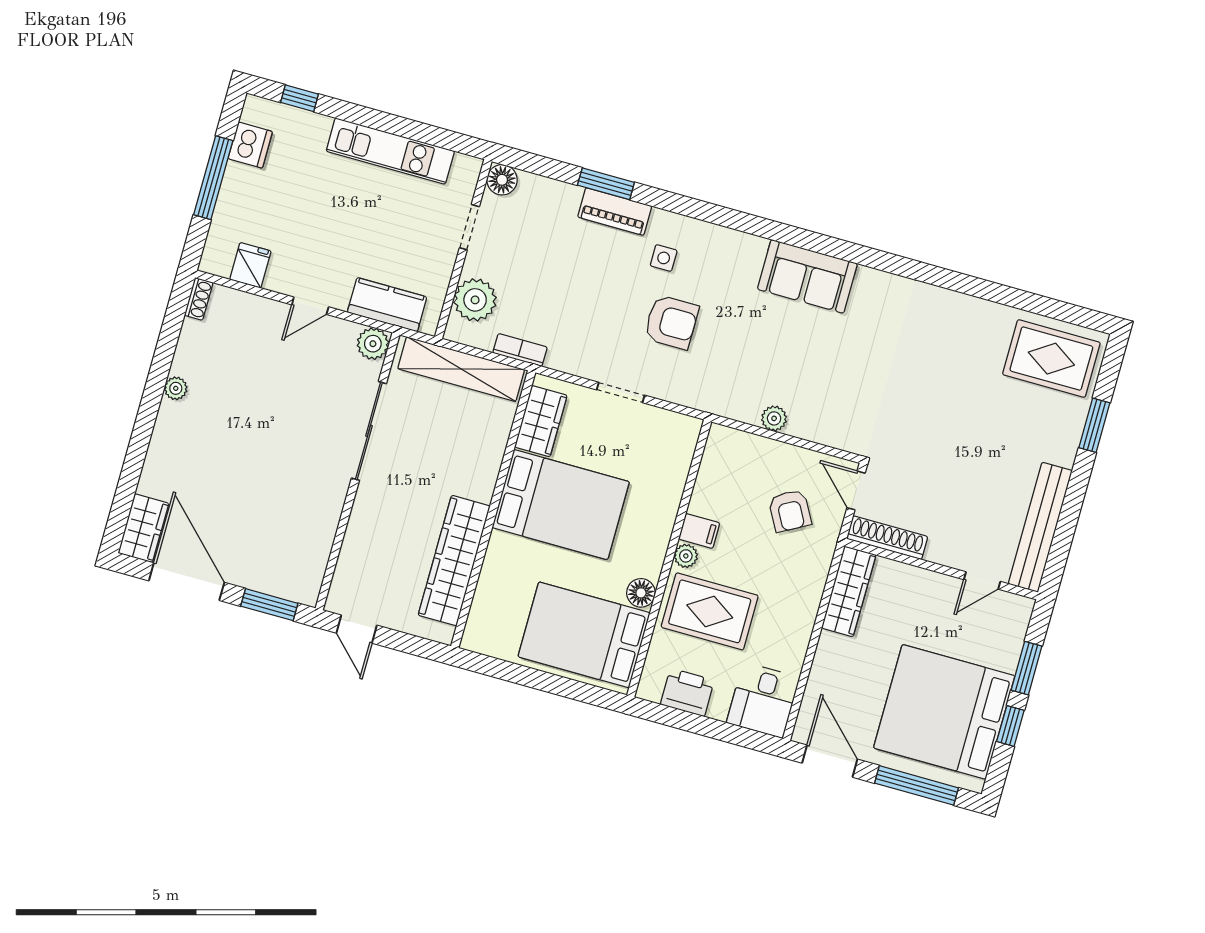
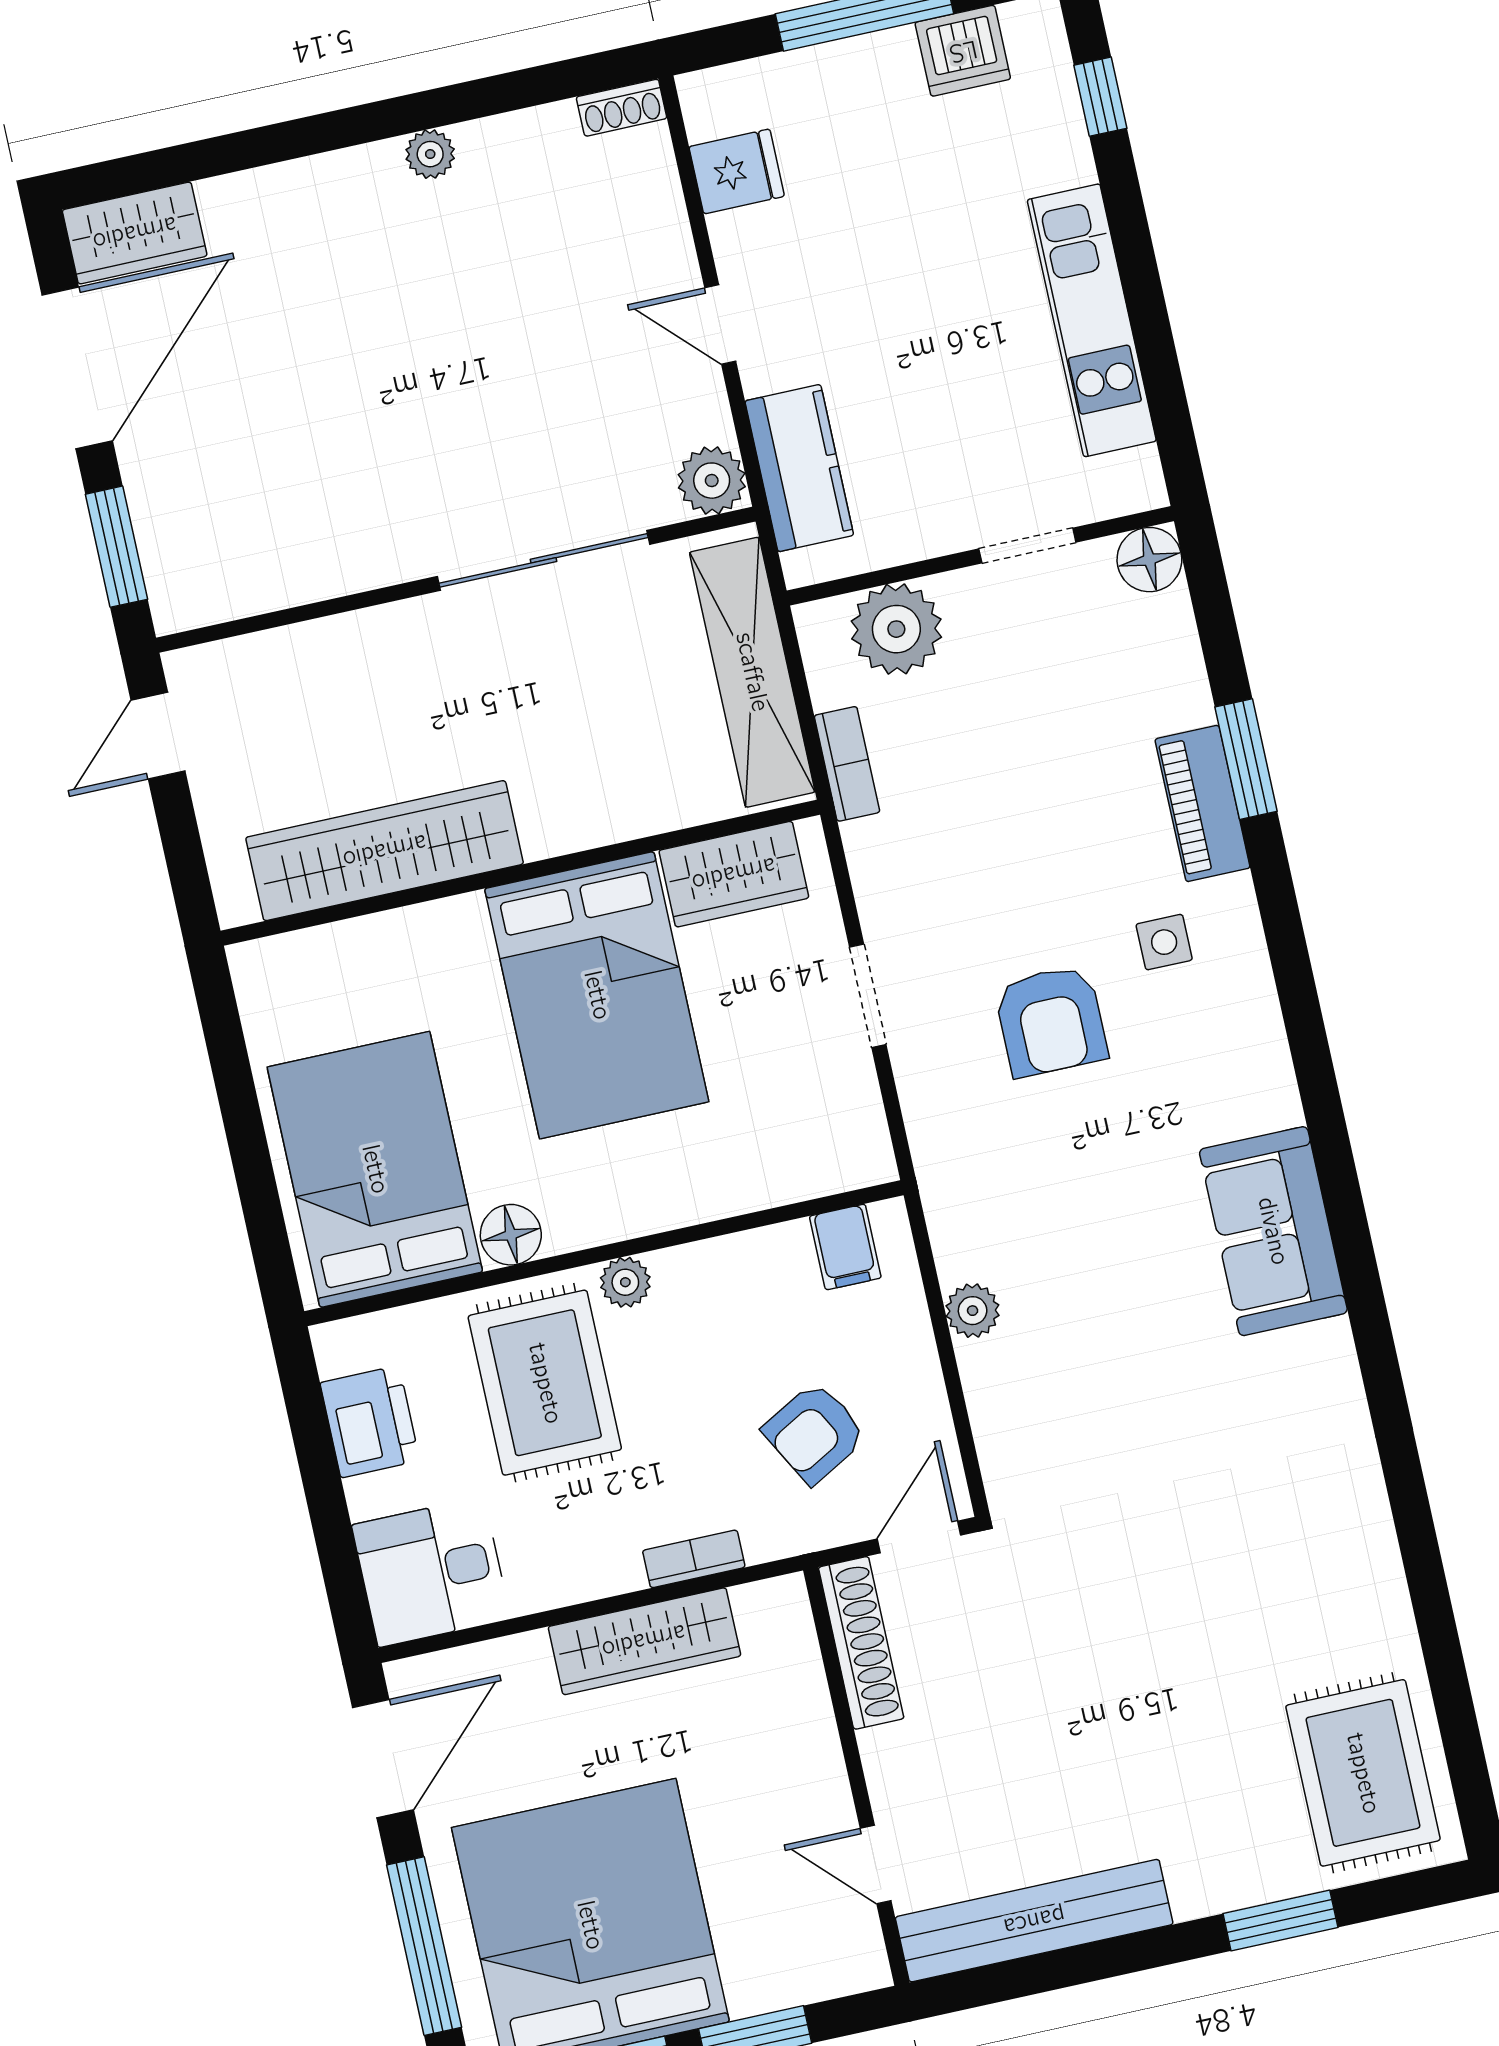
filing cabinet: (699, 531) -> (845, 1247), moved
bookcase: (815, 588) -> (694, 1559), added
wardrobe: (849, 591) -> (644, 1641), moved

